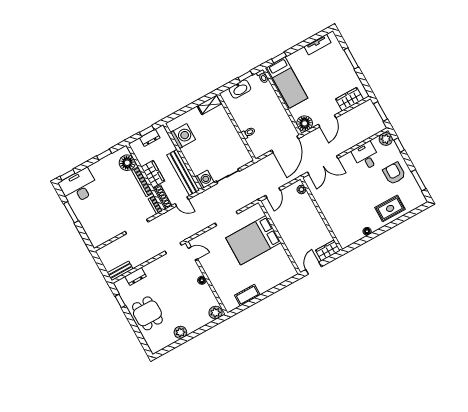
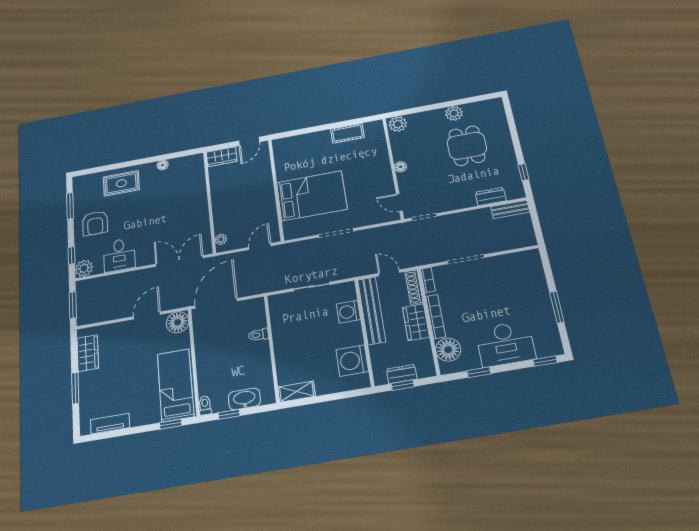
wardrobe: (350, 99) -> (88, 353), moved, turned -90
washing machine: (205, 180) -> (348, 312), moved
desk: (79, 187) -> (505, 344), moved
dining table: (147, 313) -> (467, 146), moved

